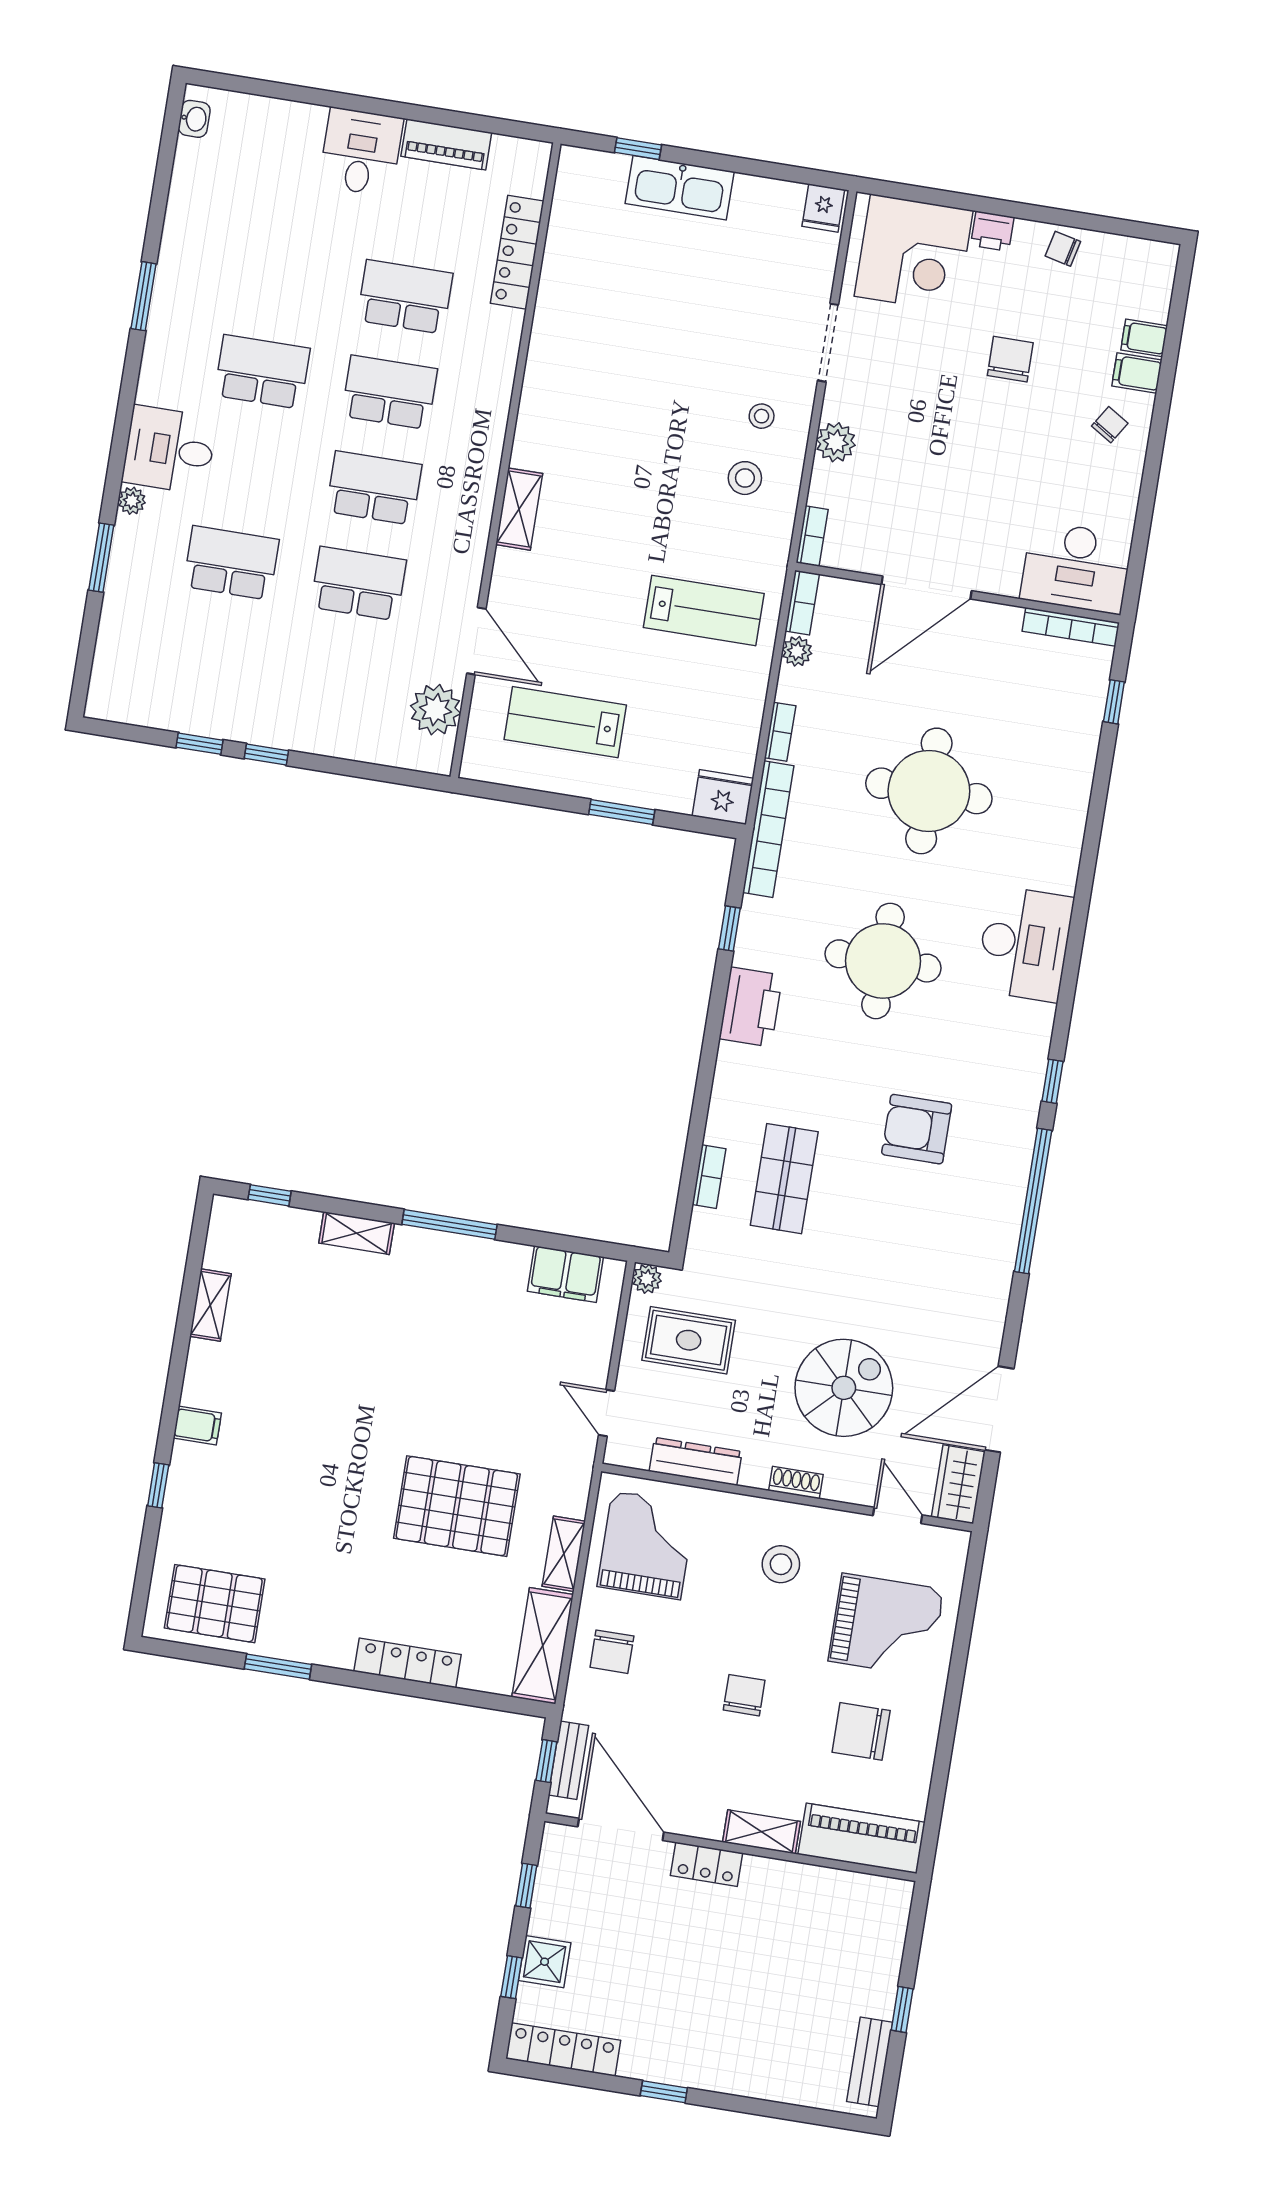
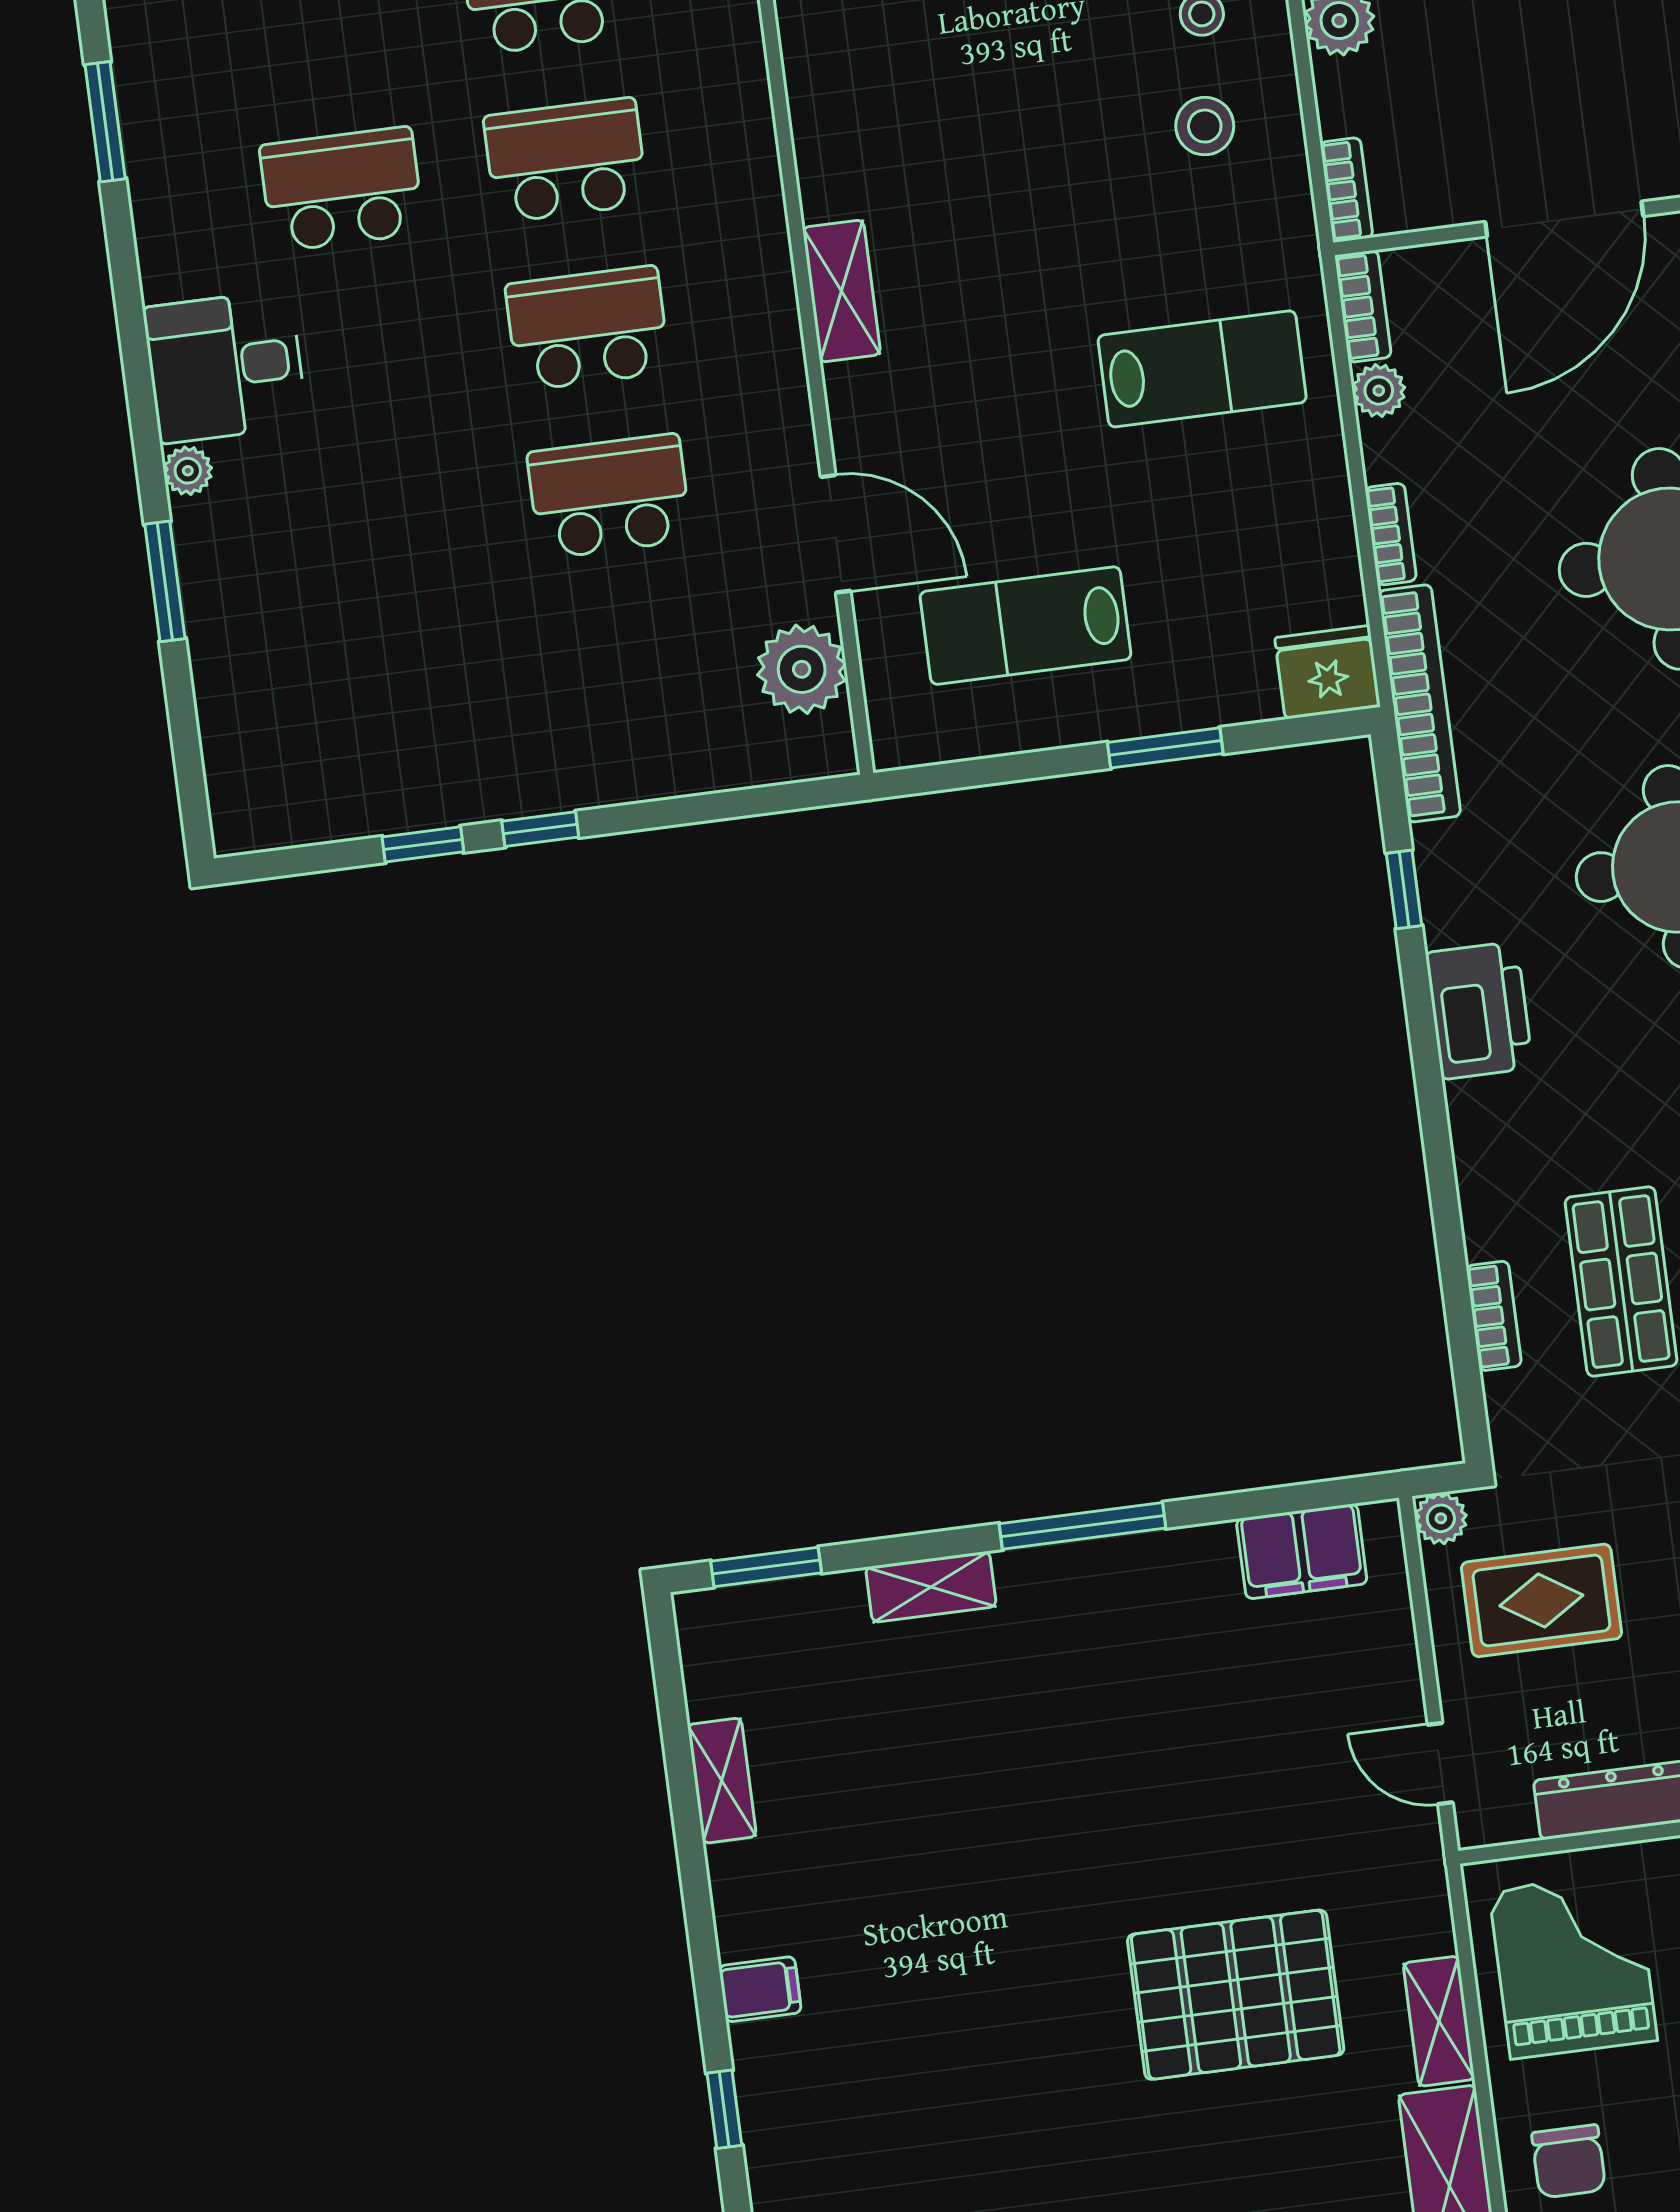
school desk: (231, 563) -> (385, 525), removed
window: (270, 1195) -> (766, 1567), width x1.50

